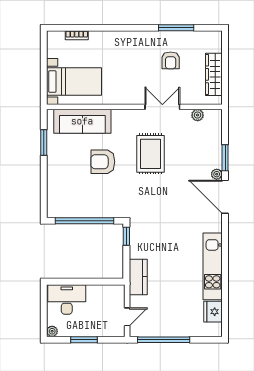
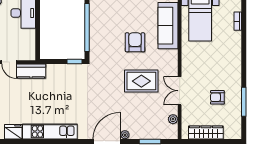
double door: (162, 107) -> (180, 91), swing flipped
window: (225, 158) -> (150, 142), moved
kitchen counter: (138, 277) -> (31, 71), moved

